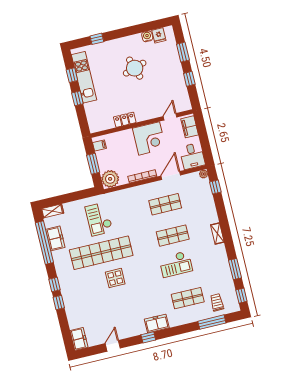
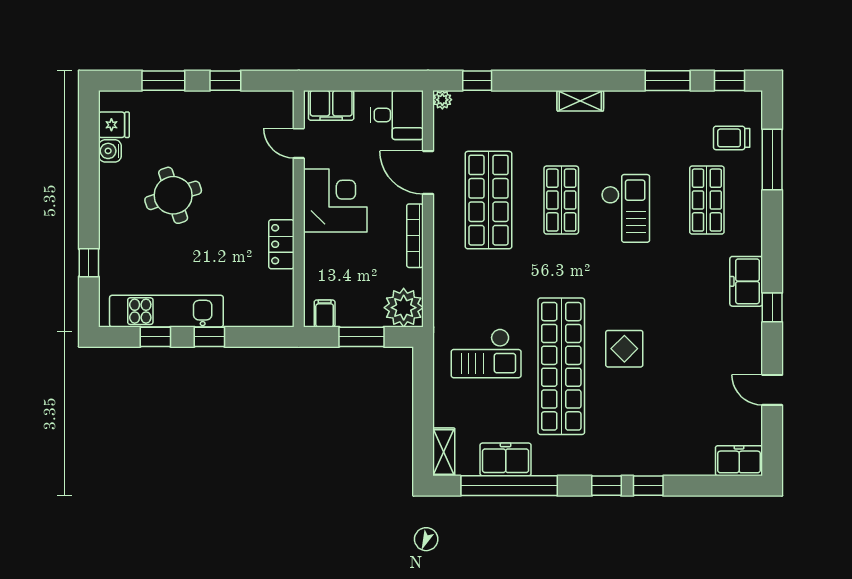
shop shelf: (165, 204) -> (488, 200), width x1.43, depth x1.36

